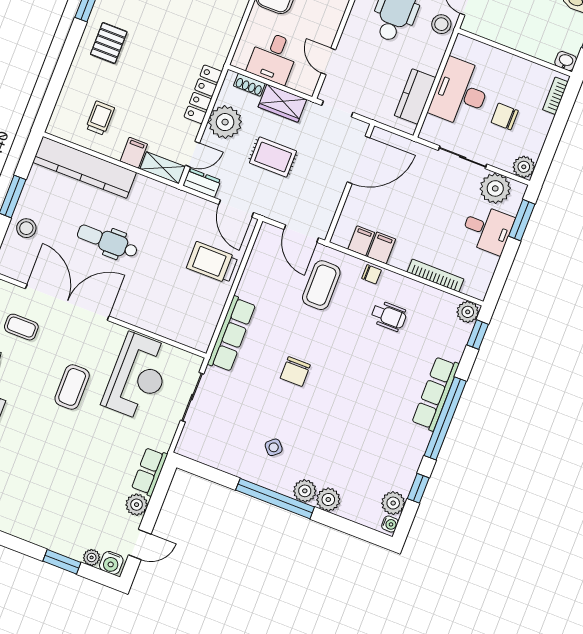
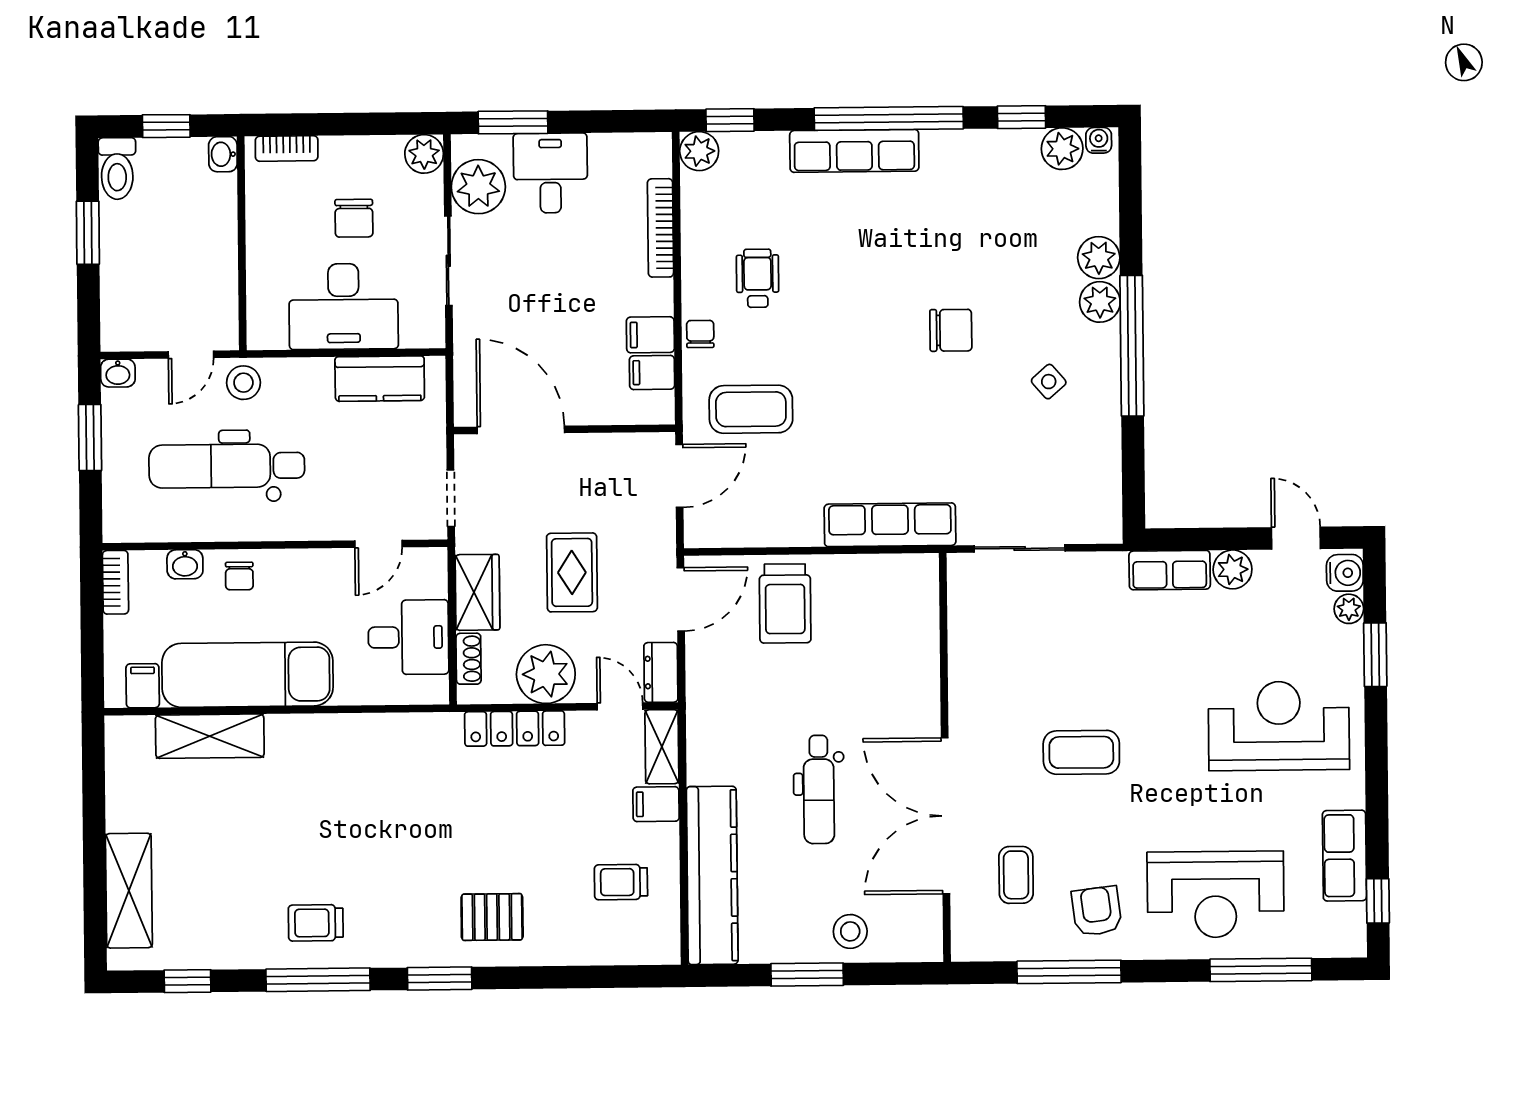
chair: (295, 372) -> (951, 330), moved
reception desk: (138, 377) -> (1279, 726), moved

